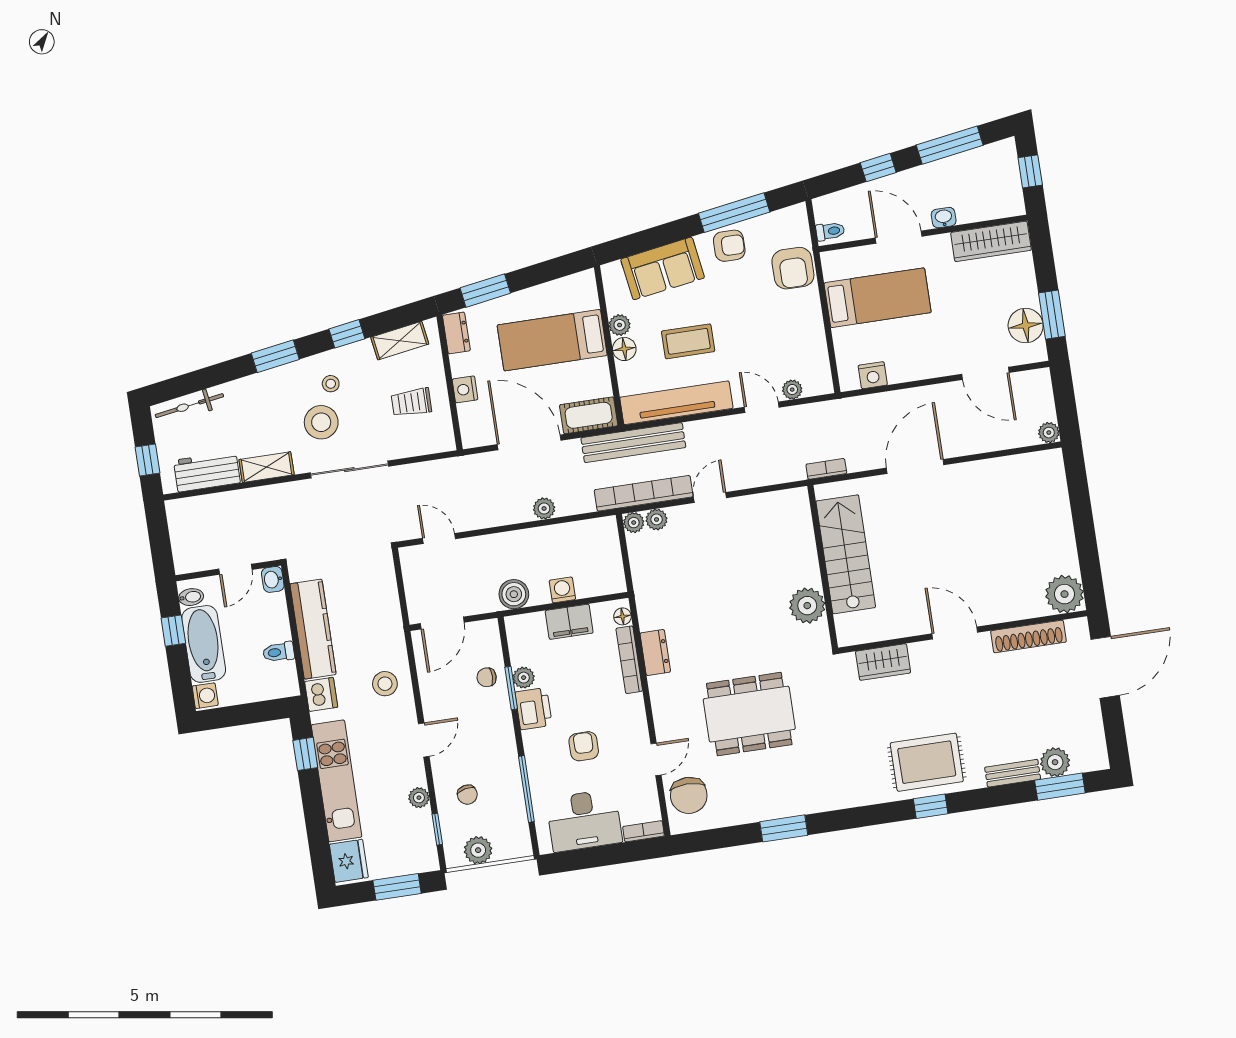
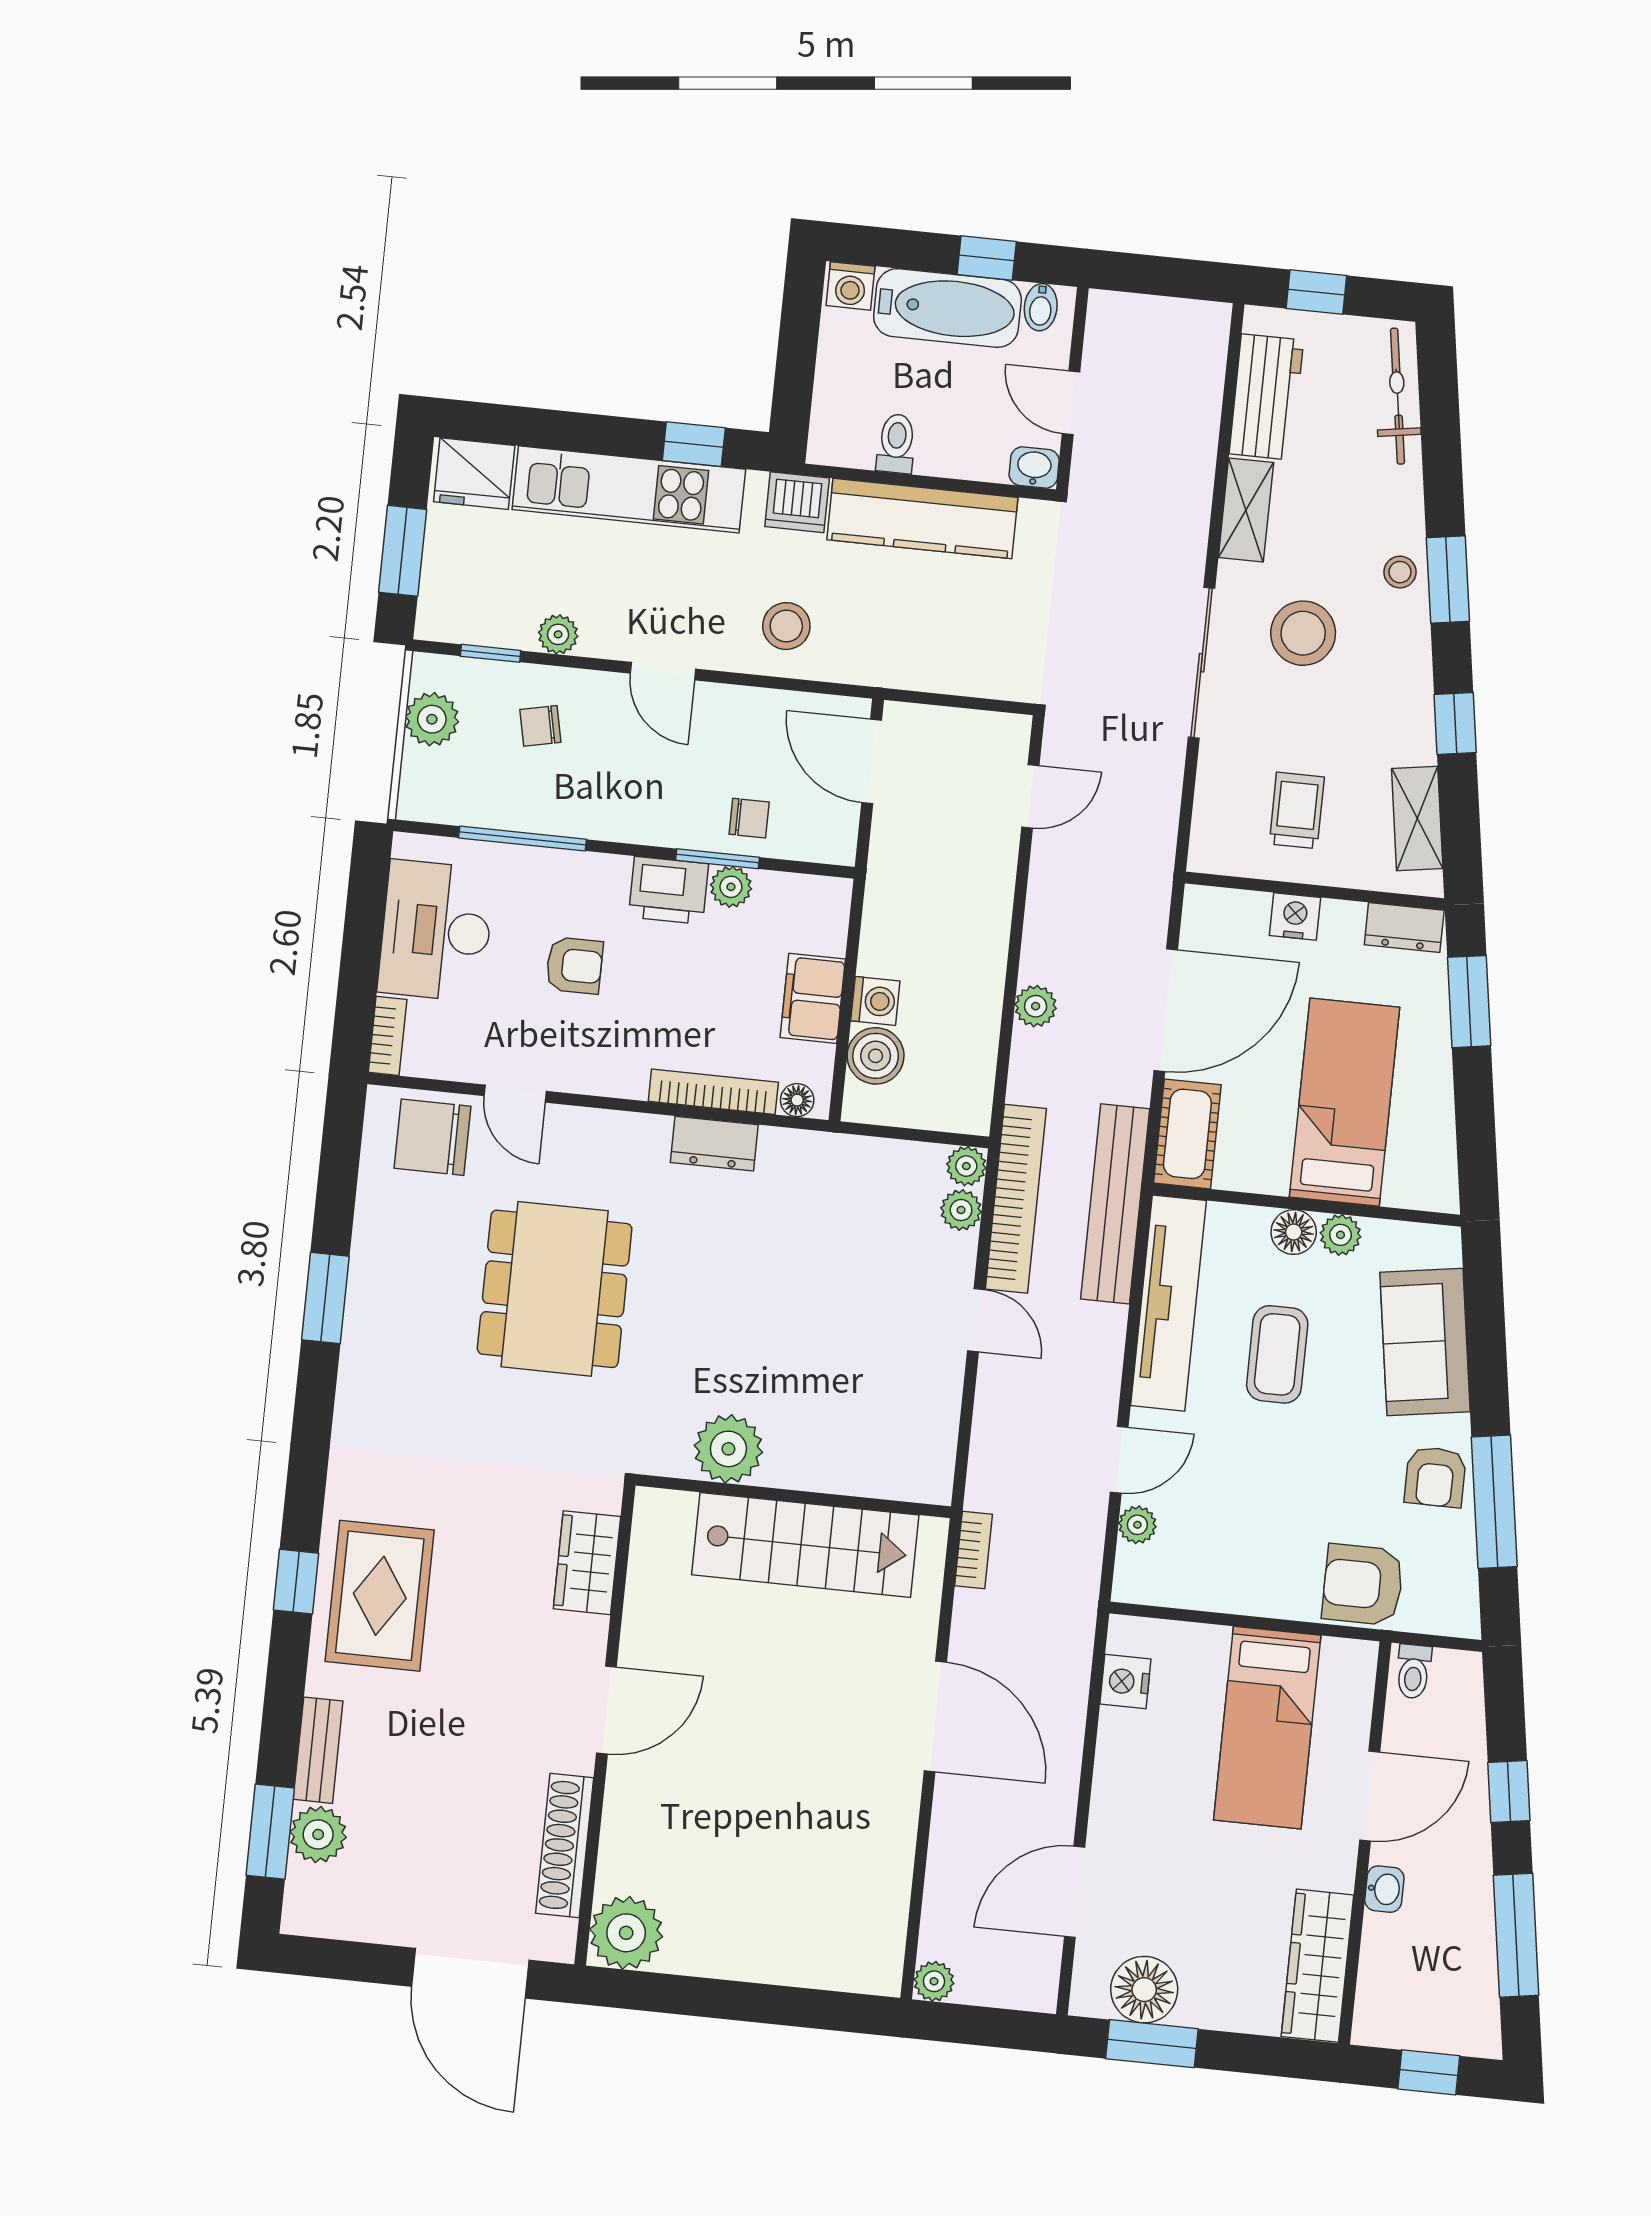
stool: (331, 384) -> (1400, 572), moved
boiler: (514, 594) -> (876, 1056), moved
chair: (487, 677) -> (749, 818), turned 90

